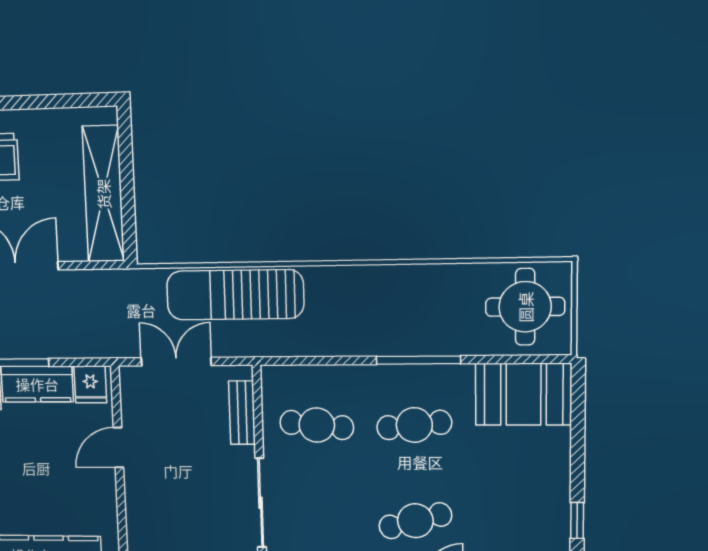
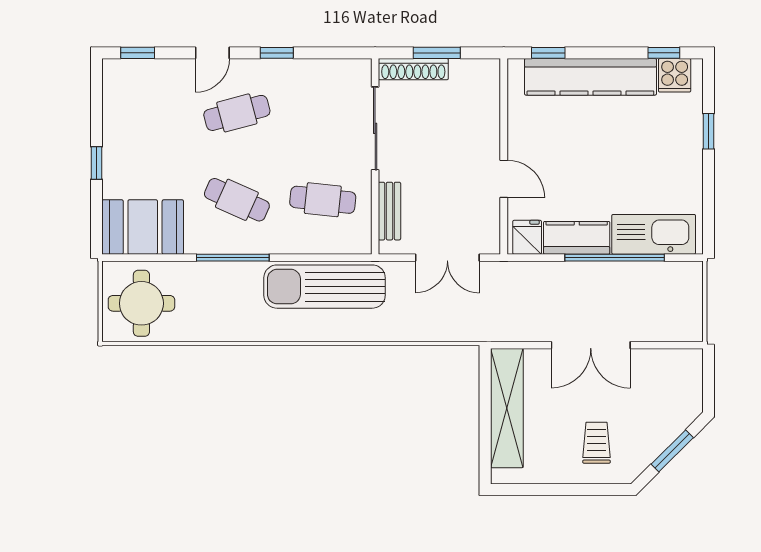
sun lounger: (235, 295) -> (325, 287), moved, turned 180
cafe table: (414, 425) -> (237, 200), turned 30
door: (118, 448) -> (504, 179), hinge flipped
window: (577, 520) -> (96, 163), moved

